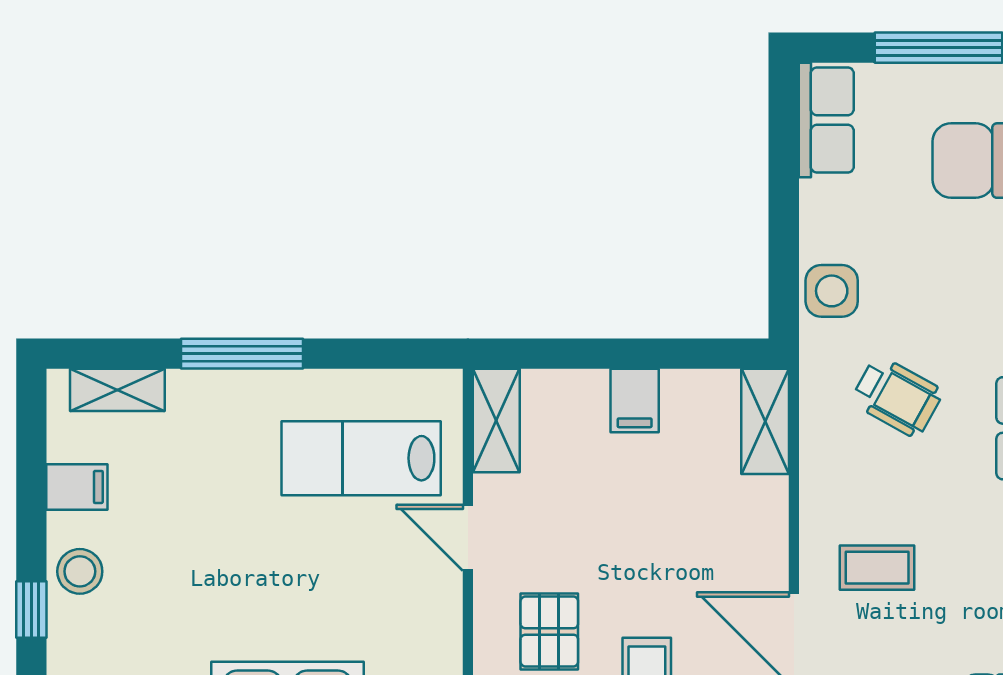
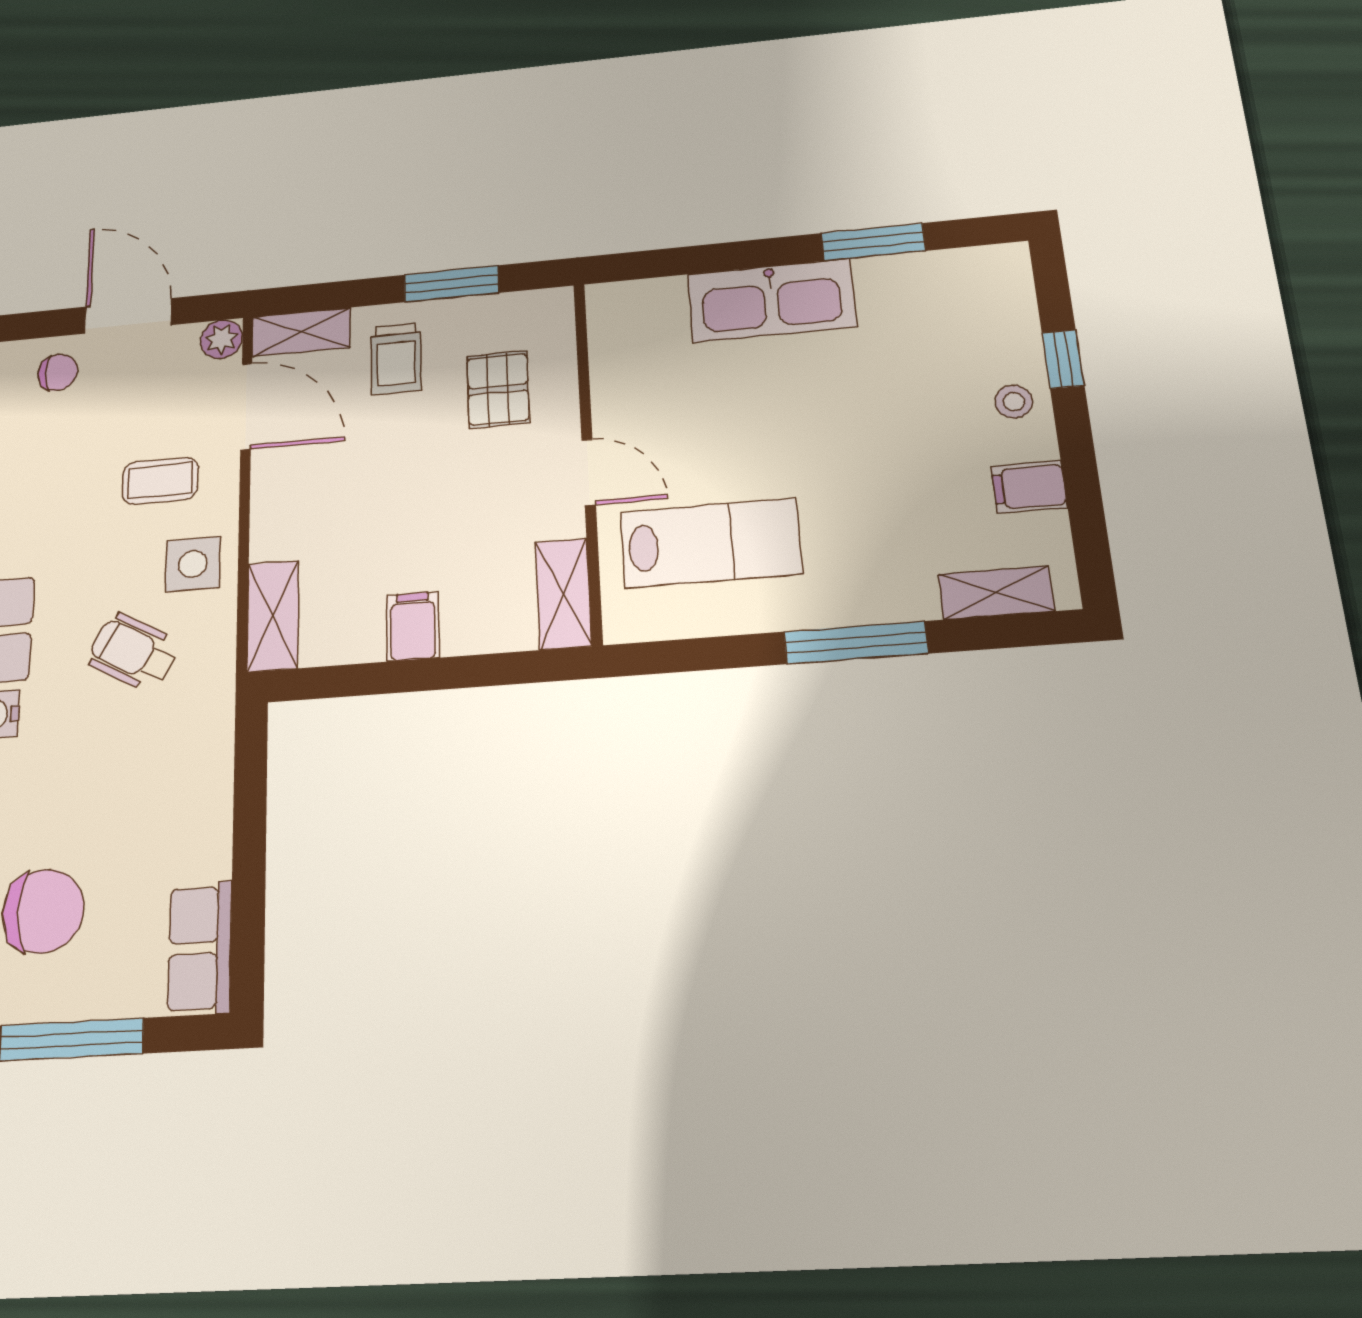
side table: (832, 291) -> (193, 564), moved
stool: (80, 571) -> (1014, 402), width x0.73, depth x0.73

